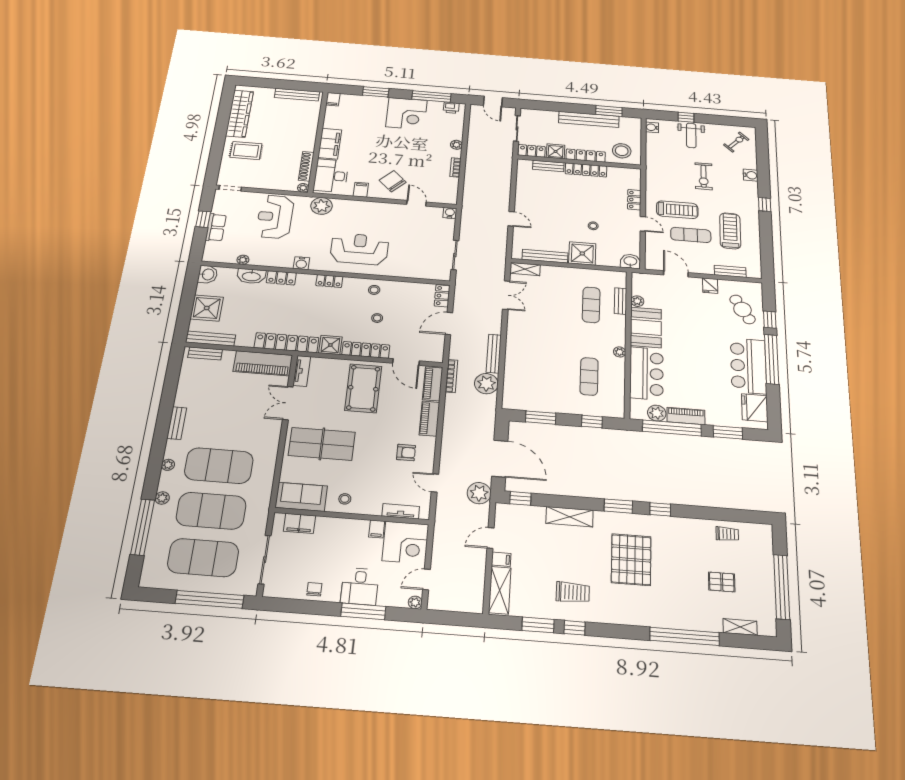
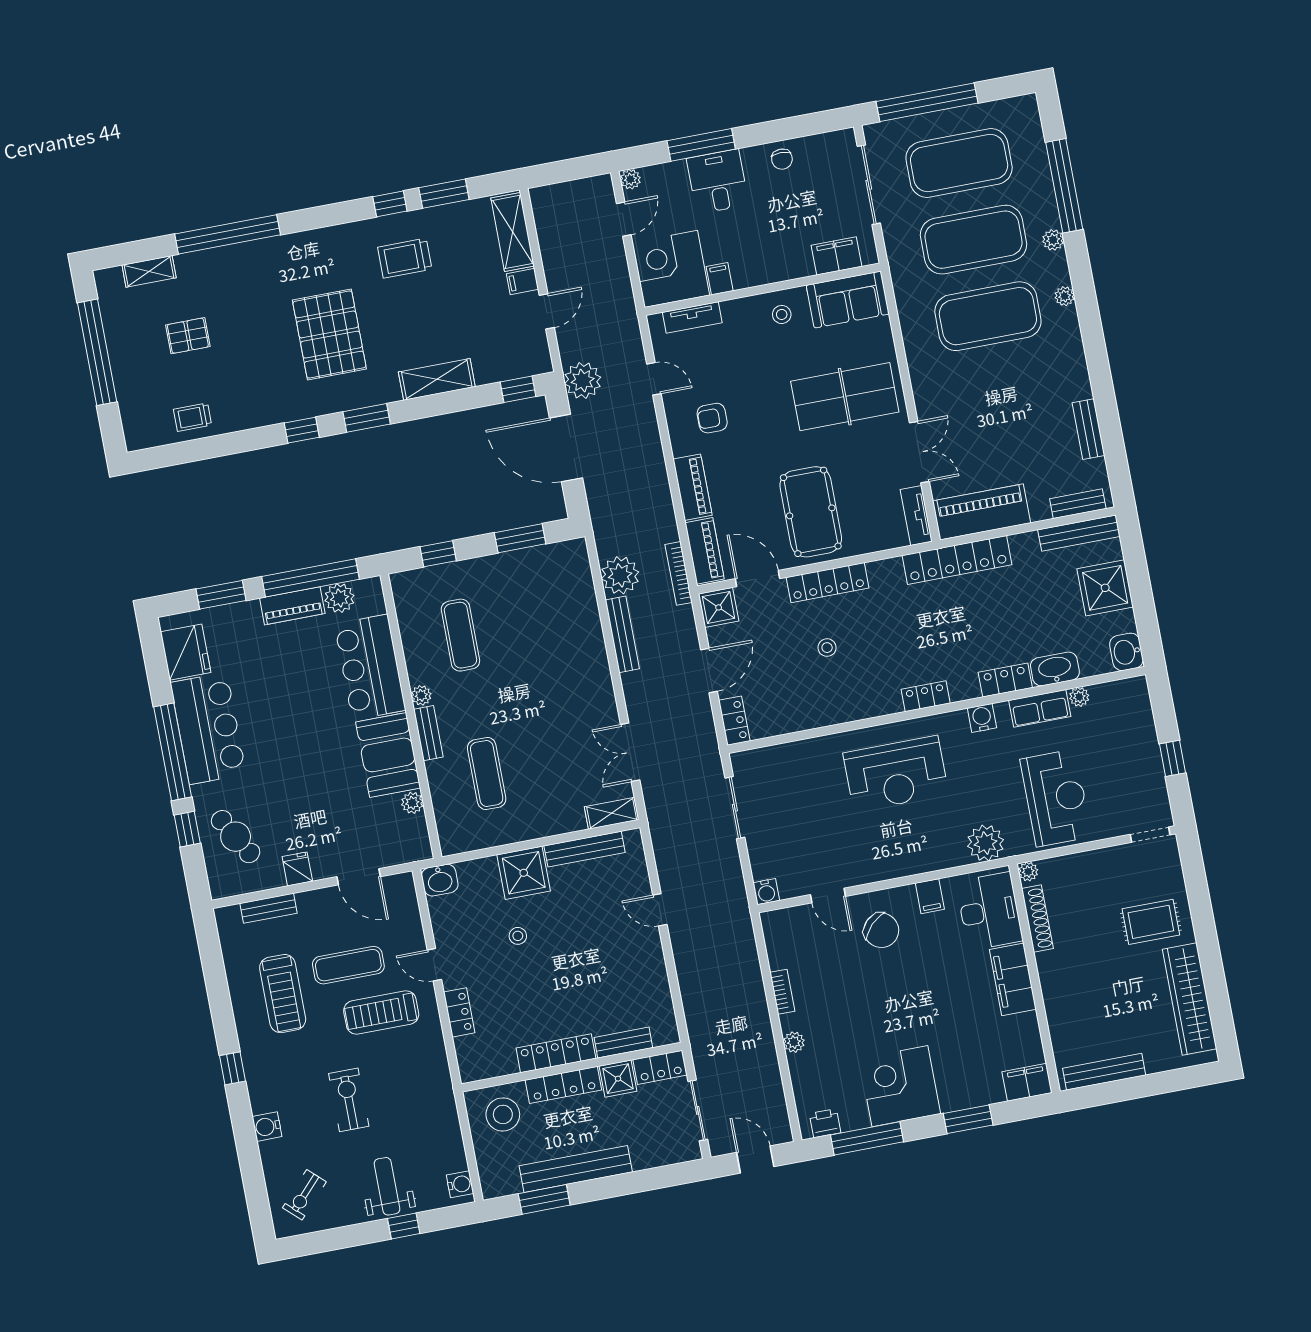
filing cabinet: (333, 99) -> (1027, 1082), width x2.00
row of seats: (216, 227) -> (1040, 708), moved, turned -90
stool: (374, 290) -> (848, 700), removed
bench: (620, 301) -> (428, 733), moved
shower: (330, 345) -> (719, 607), moved
bench: (177, 423) -> (1088, 429), moved

